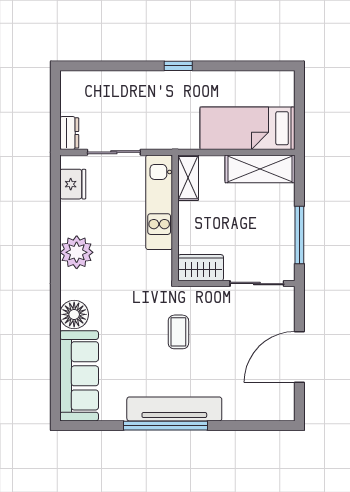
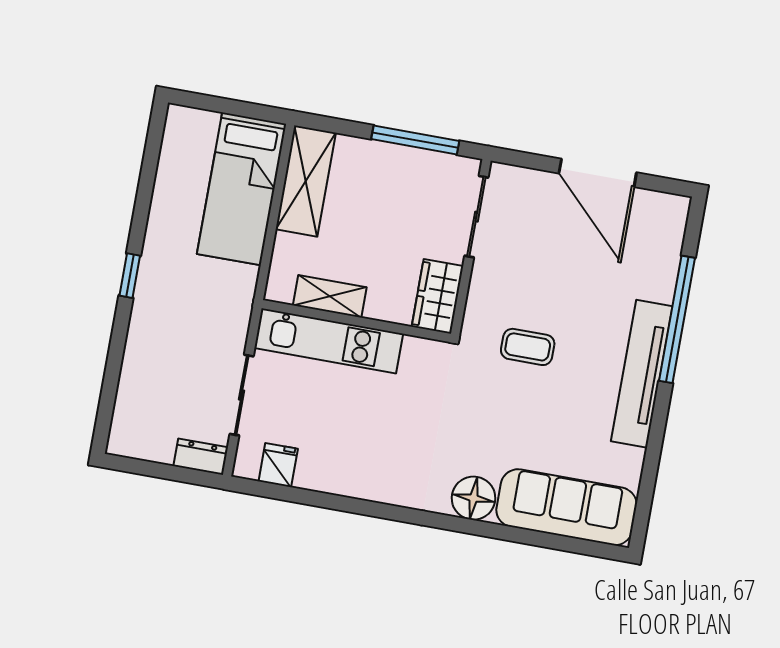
shelving: (188, 178) -> (330, 296), moved
fridge: (73, 184) -> (278, 465), width x0.72
plant: (77, 252) -> (381, 478), removed
window: (166, 426) -> (677, 319), moved

